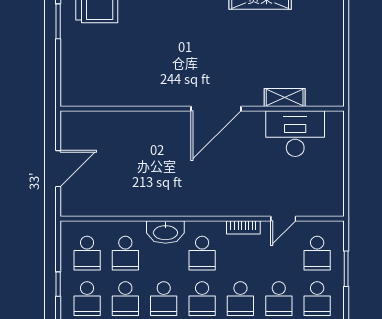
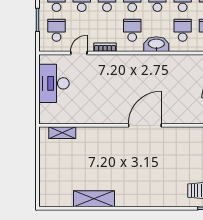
shelving: (285, 97) -> (62, 133), moved
door: (216, 109) -> (145, 125), moved
desk: (295, 134) -> (54, 83), moved, turned 90

